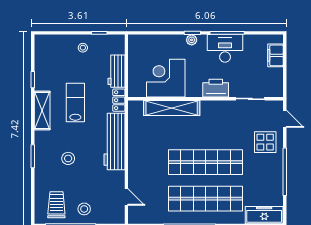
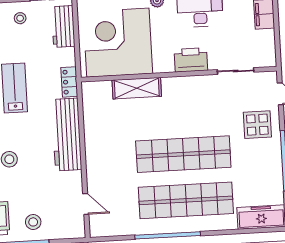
workbench: (116, 71) -> (63, 27), moved
corner desk: (166, 78) -> (118, 43), width x1.36, depth x1.36
shelving: (172, 108) -> (137, 88), width x0.68

